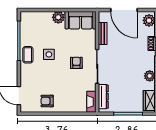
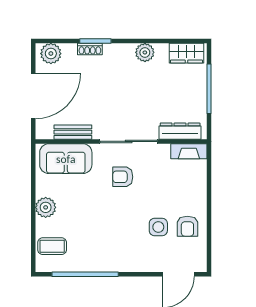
sofa: (81, 20) -> (66, 159), moved, turned 90
side table: (49, 54) -> (158, 227), moved
coffee table: (28, 55) -> (52, 246), moved

